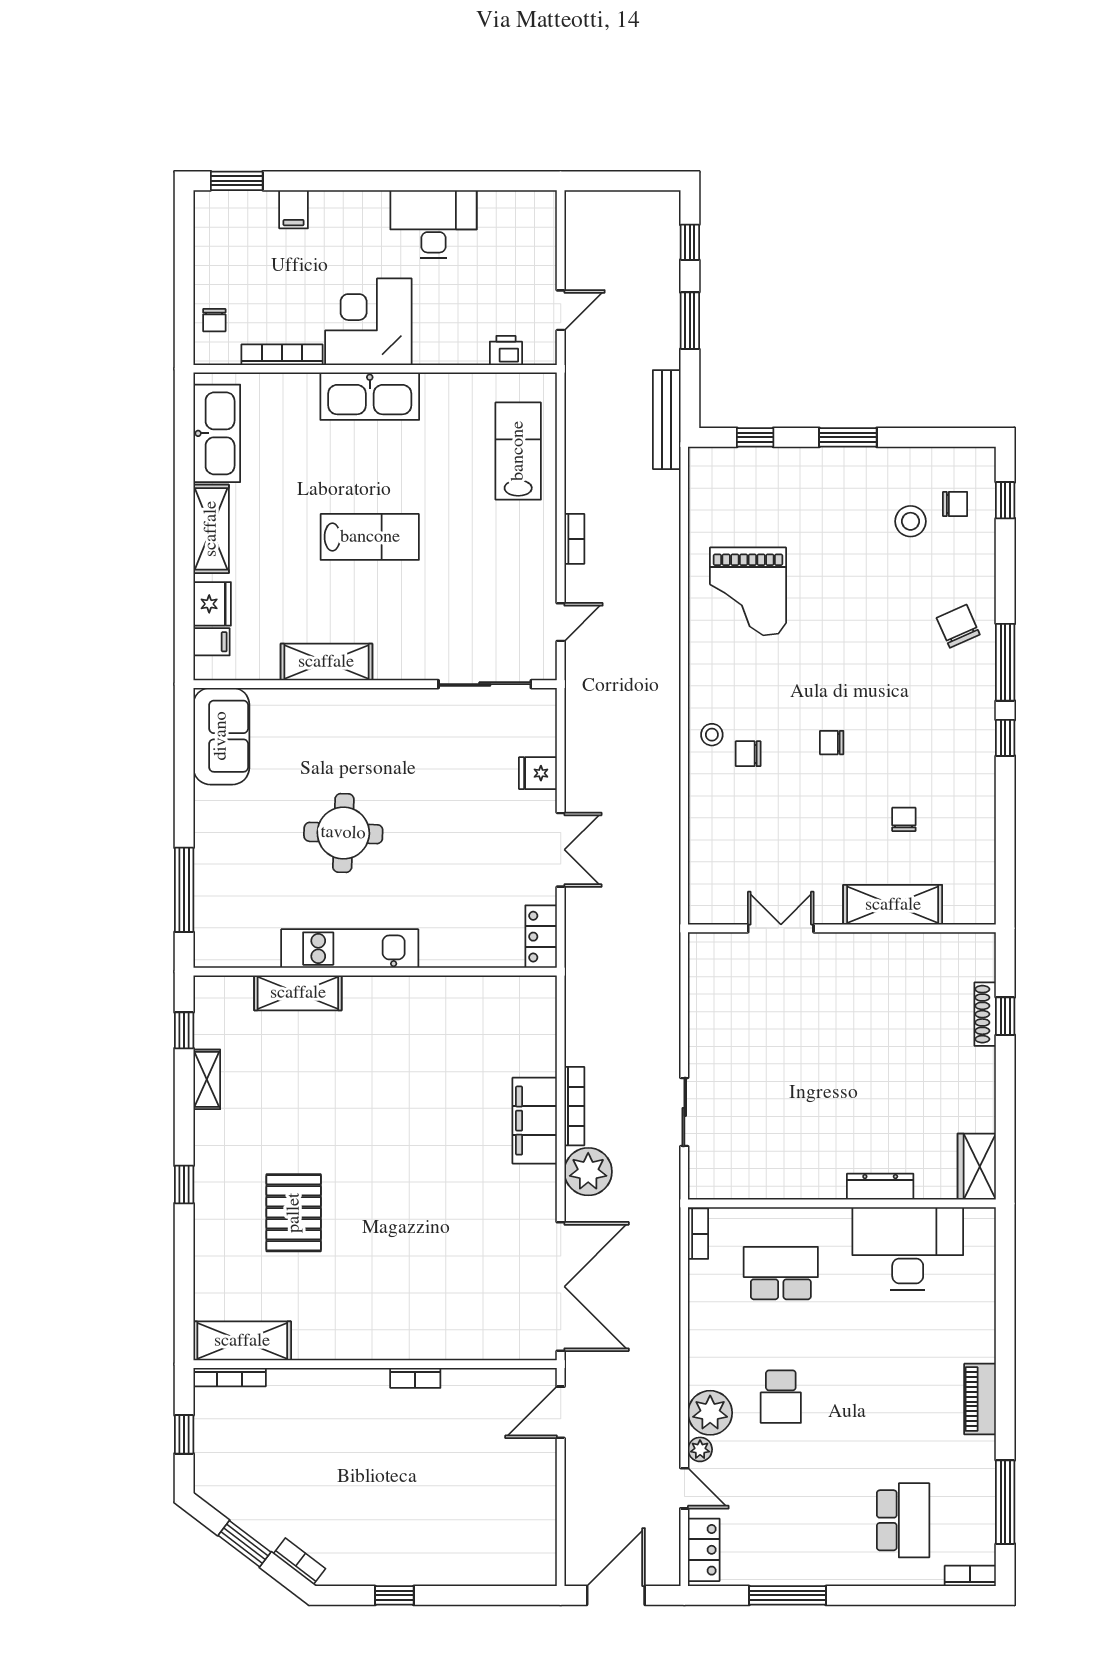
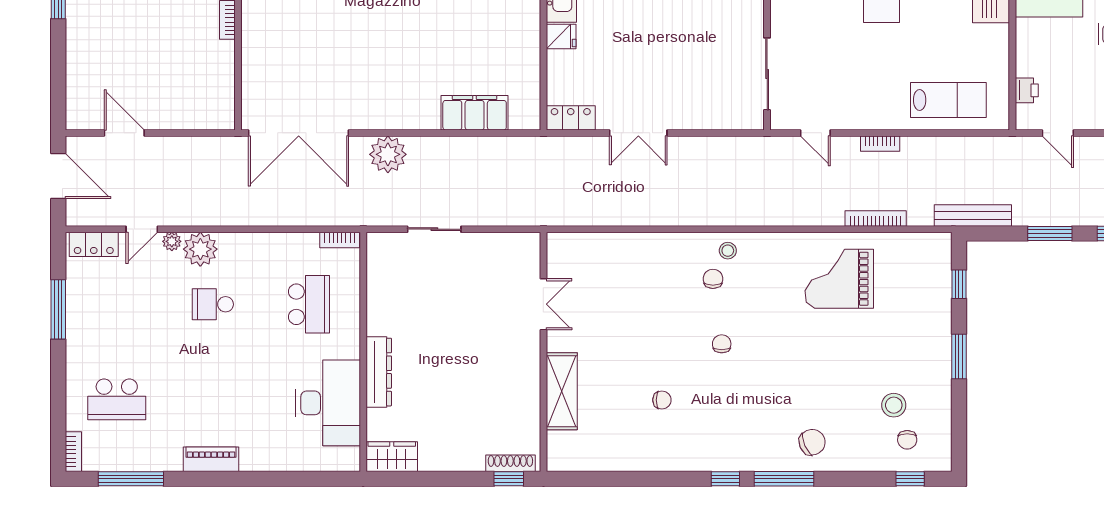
fridge: (538, 773) -> (561, 37), moved, turned 90
shelving: (893, 905) -> (562, 391), moved
double door: (781, 928) -> (543, 304), moved
wall: (842, 928) -> (543, 352), moved
bookcase: (574, 1106) -> (876, 218), moved, turned 180
filing cabinet: (535, 1121) -> (475, 113), moved
dresser: (880, 1187) -> (379, 372), width x1.37, depth x1.24
door: (561, 1412) -> (124, 133), moved

